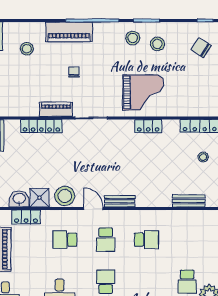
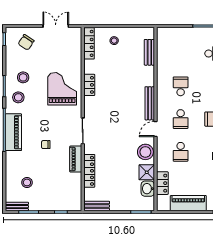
piano: (69, 32) -> (13, 132), moved
bench: (120, 201) -> (150, 103), width x1.36
school desk: (106, 240) -> (181, 119), turned 90

